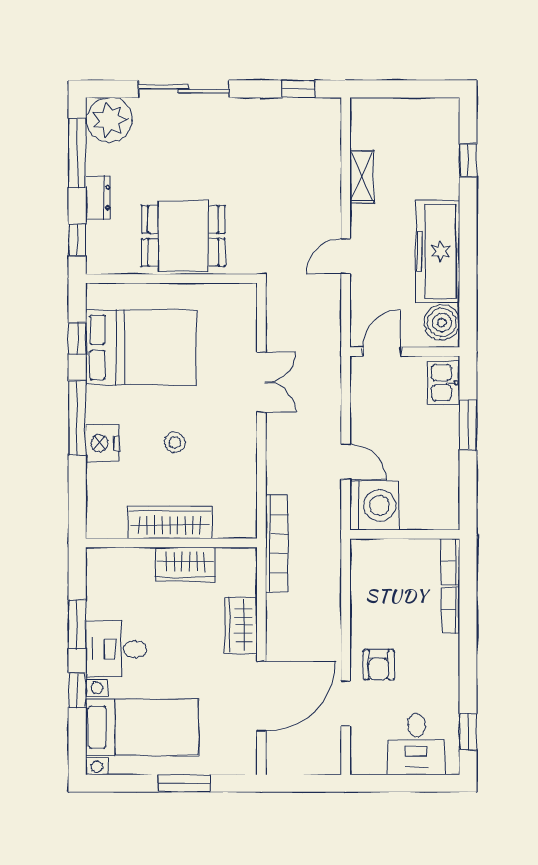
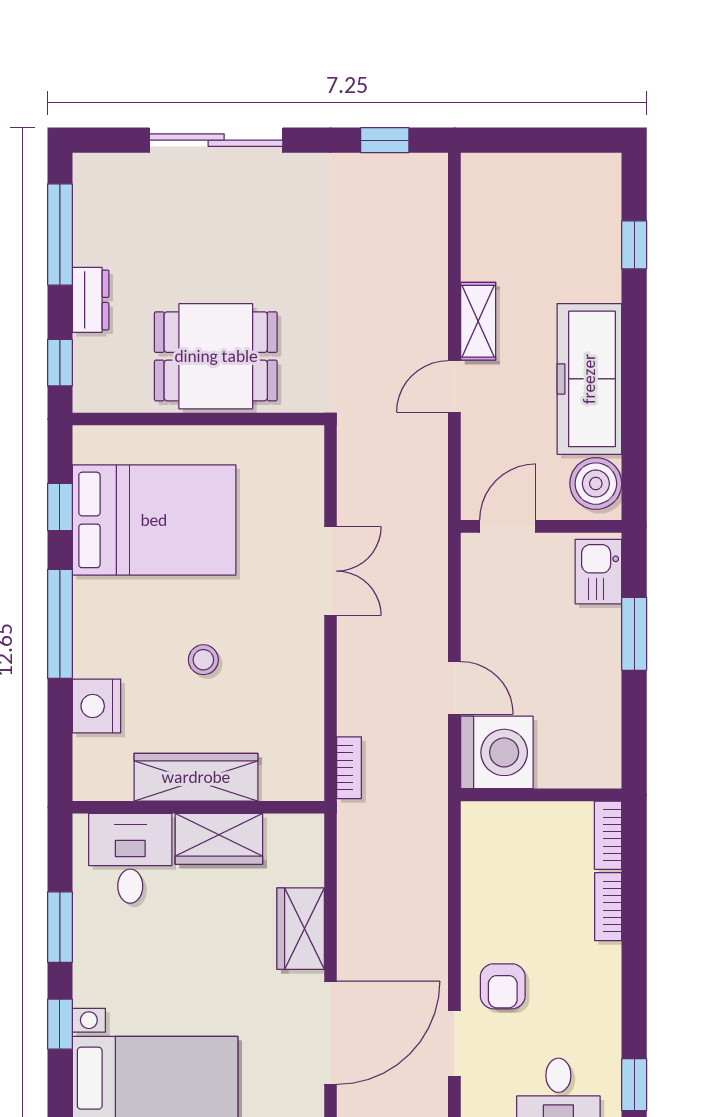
plant: (109, 120) -> (107, 186), removed
shelving: (362, 176) -> (478, 321), moved
nightstand: (102, 443) -> (97, 706), moved
bookcase: (277, 543) -> (349, 768), width x0.43, depth x0.76
desk: (116, 649) -> (130, 858), moved, turned 90

